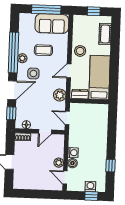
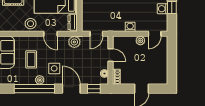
boiler: (72, 163) -> (140, 27), removed

